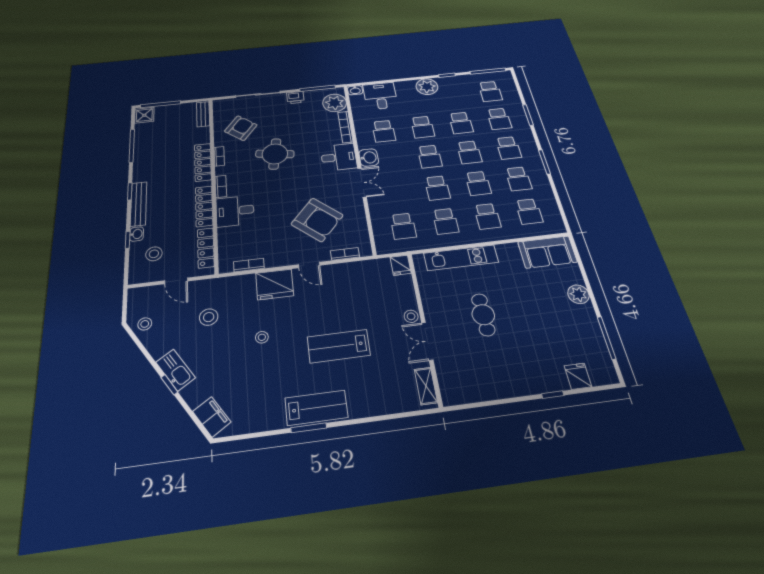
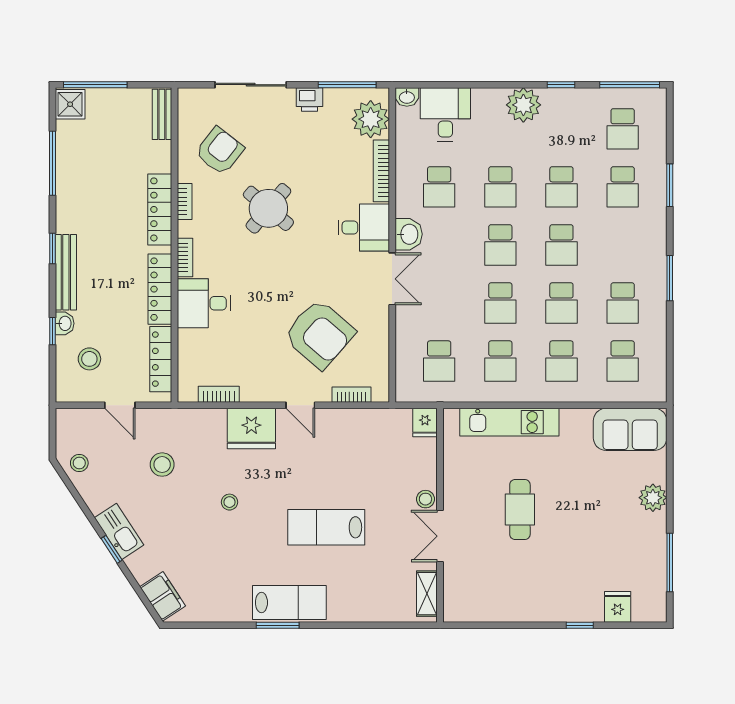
school desk: (508, 148) -> (623, 245), removed
round table: (275, 154) -> (268, 208), turned 31

